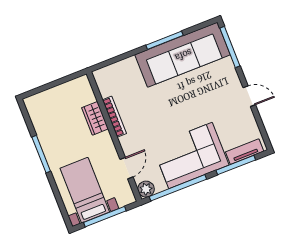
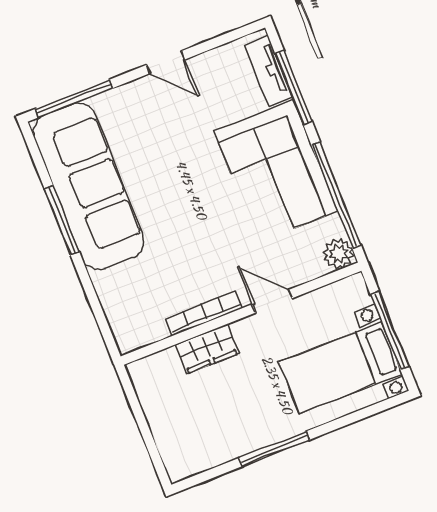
door: (249, 96) -> (165, 62), swing flipped
door: (126, 168) -> (272, 301), moved

